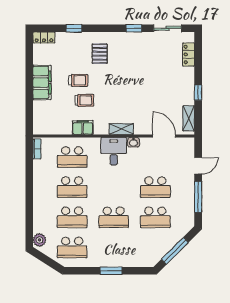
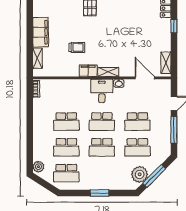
trolley: (78, 80) -> (72, 30), removed
window: (198, 93) -> (174, 26), moved
shelving: (38, 113) -> (38, 58), added
filing cabinet: (83, 128) -> (88, 71), moved
school desk: (72, 157) -> (102, 122), moved
plant: (158, 249) -> (140, 174), added

